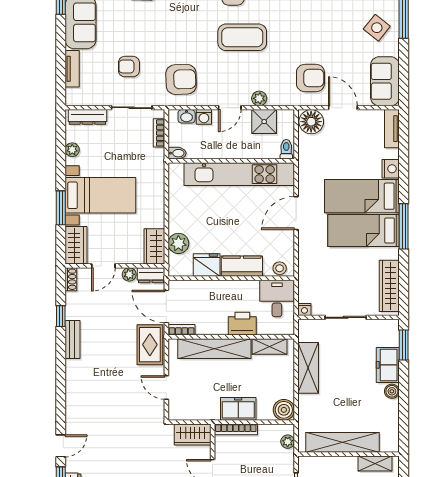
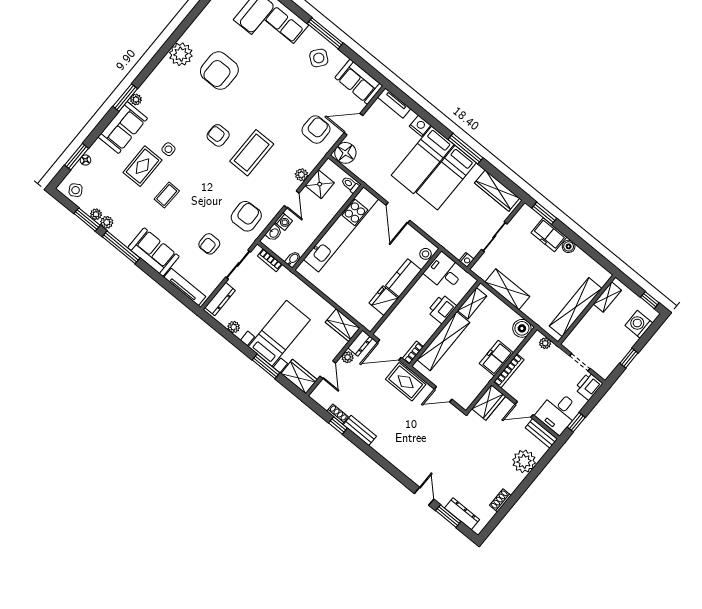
tv unit: (72, 69) -> (185, 287), width x1.41
plant: (178, 243) -> (354, 308), removed
shoe rack: (71, 279) -> (338, 414), moved

